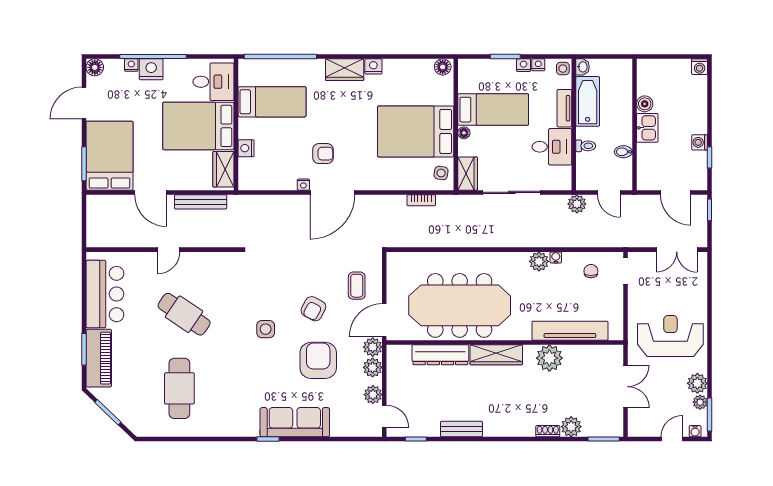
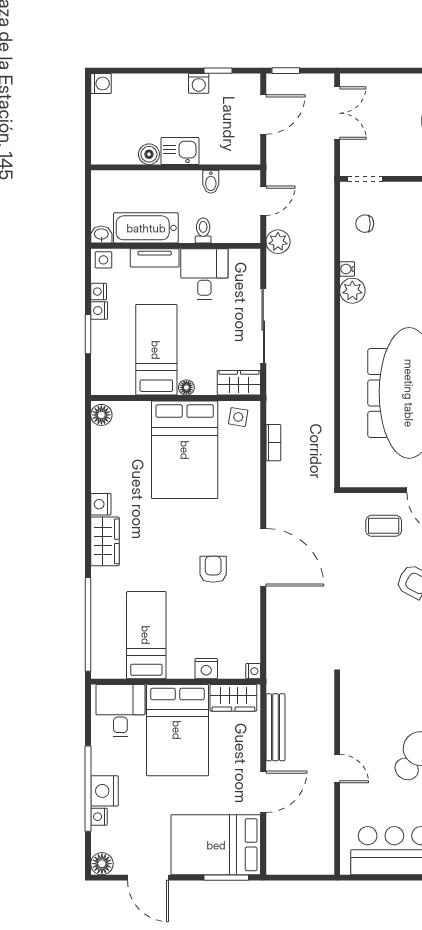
nightstand: (303, 185) -> (253, 671), moved

